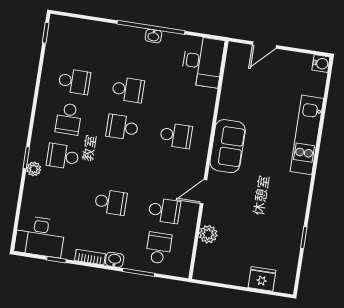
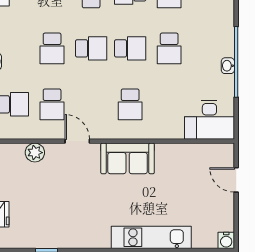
school desk: (122, 127) -> (130, 48), turned 90
school desk: (116, 165) -> (91, 48), added

